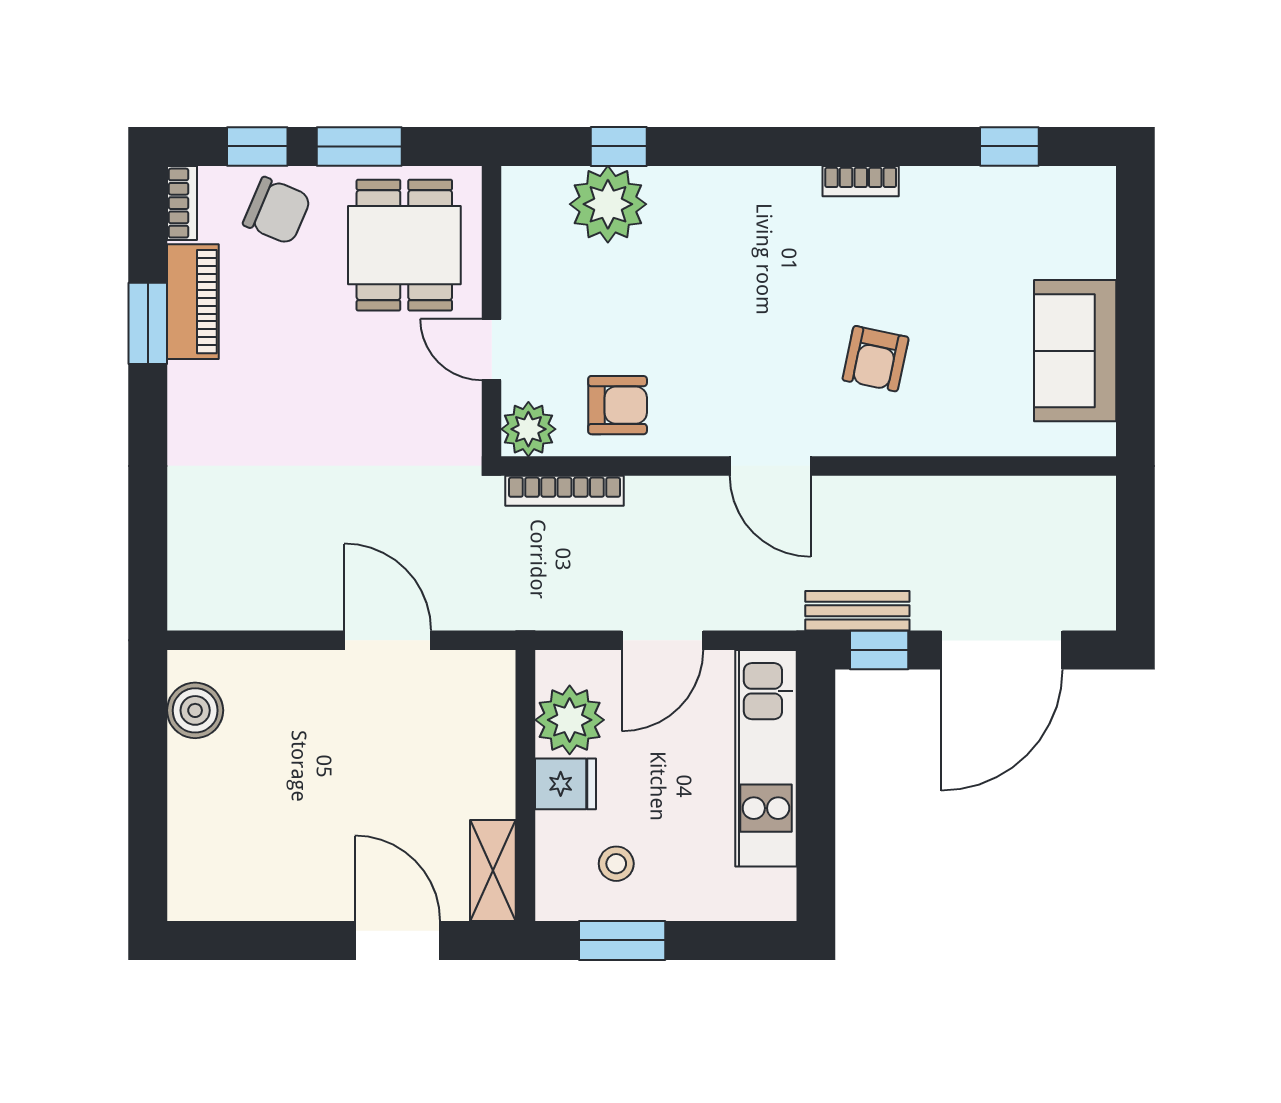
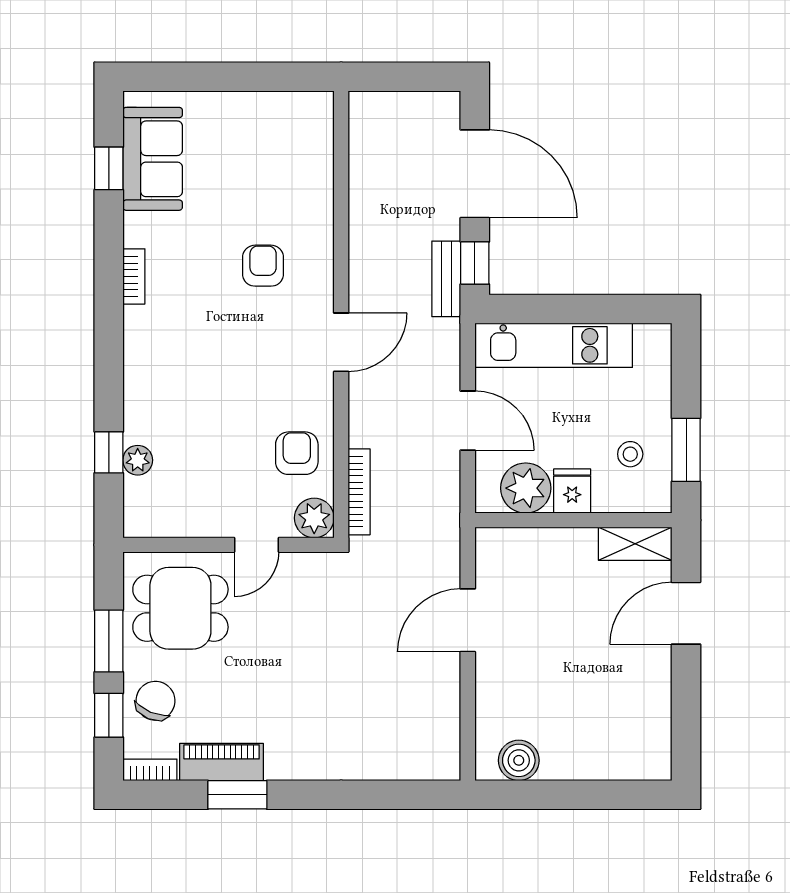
plant: (608, 204) -> (138, 460), width x0.53, depth x0.53
sofa: (1075, 351) -> (153, 159), moved, turned -90
armchair: (876, 359) -> (263, 266), turned -102

